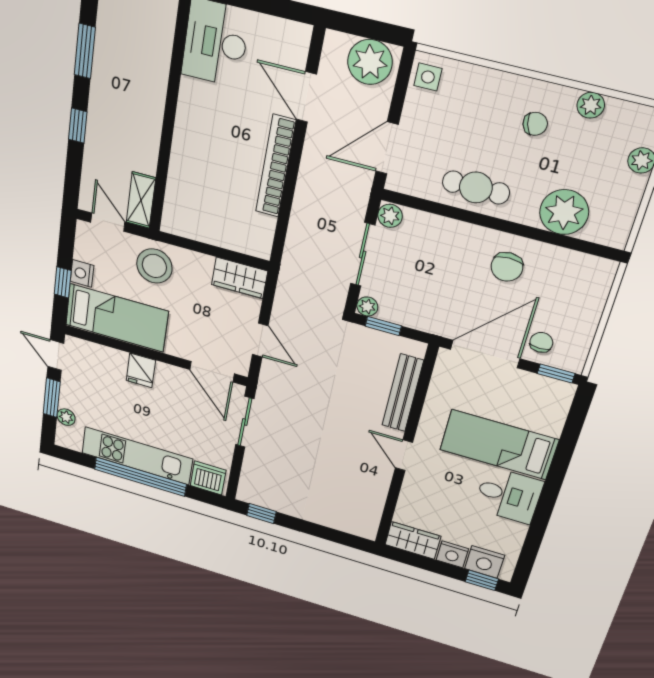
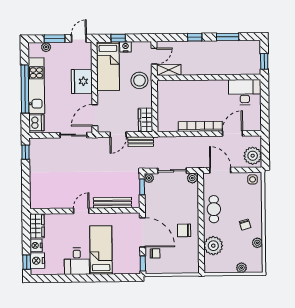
bench: (284, 300) -> (141, 142), added
fridge: (141, 370) -> (82, 81), width x1.88, depth x1.34

